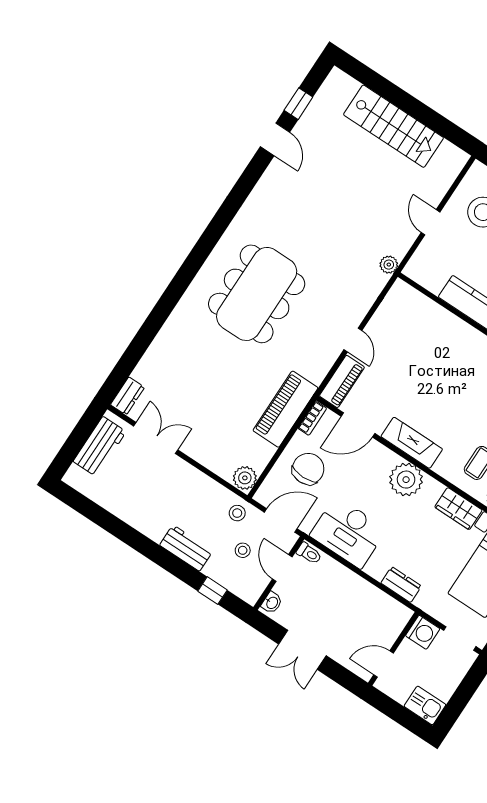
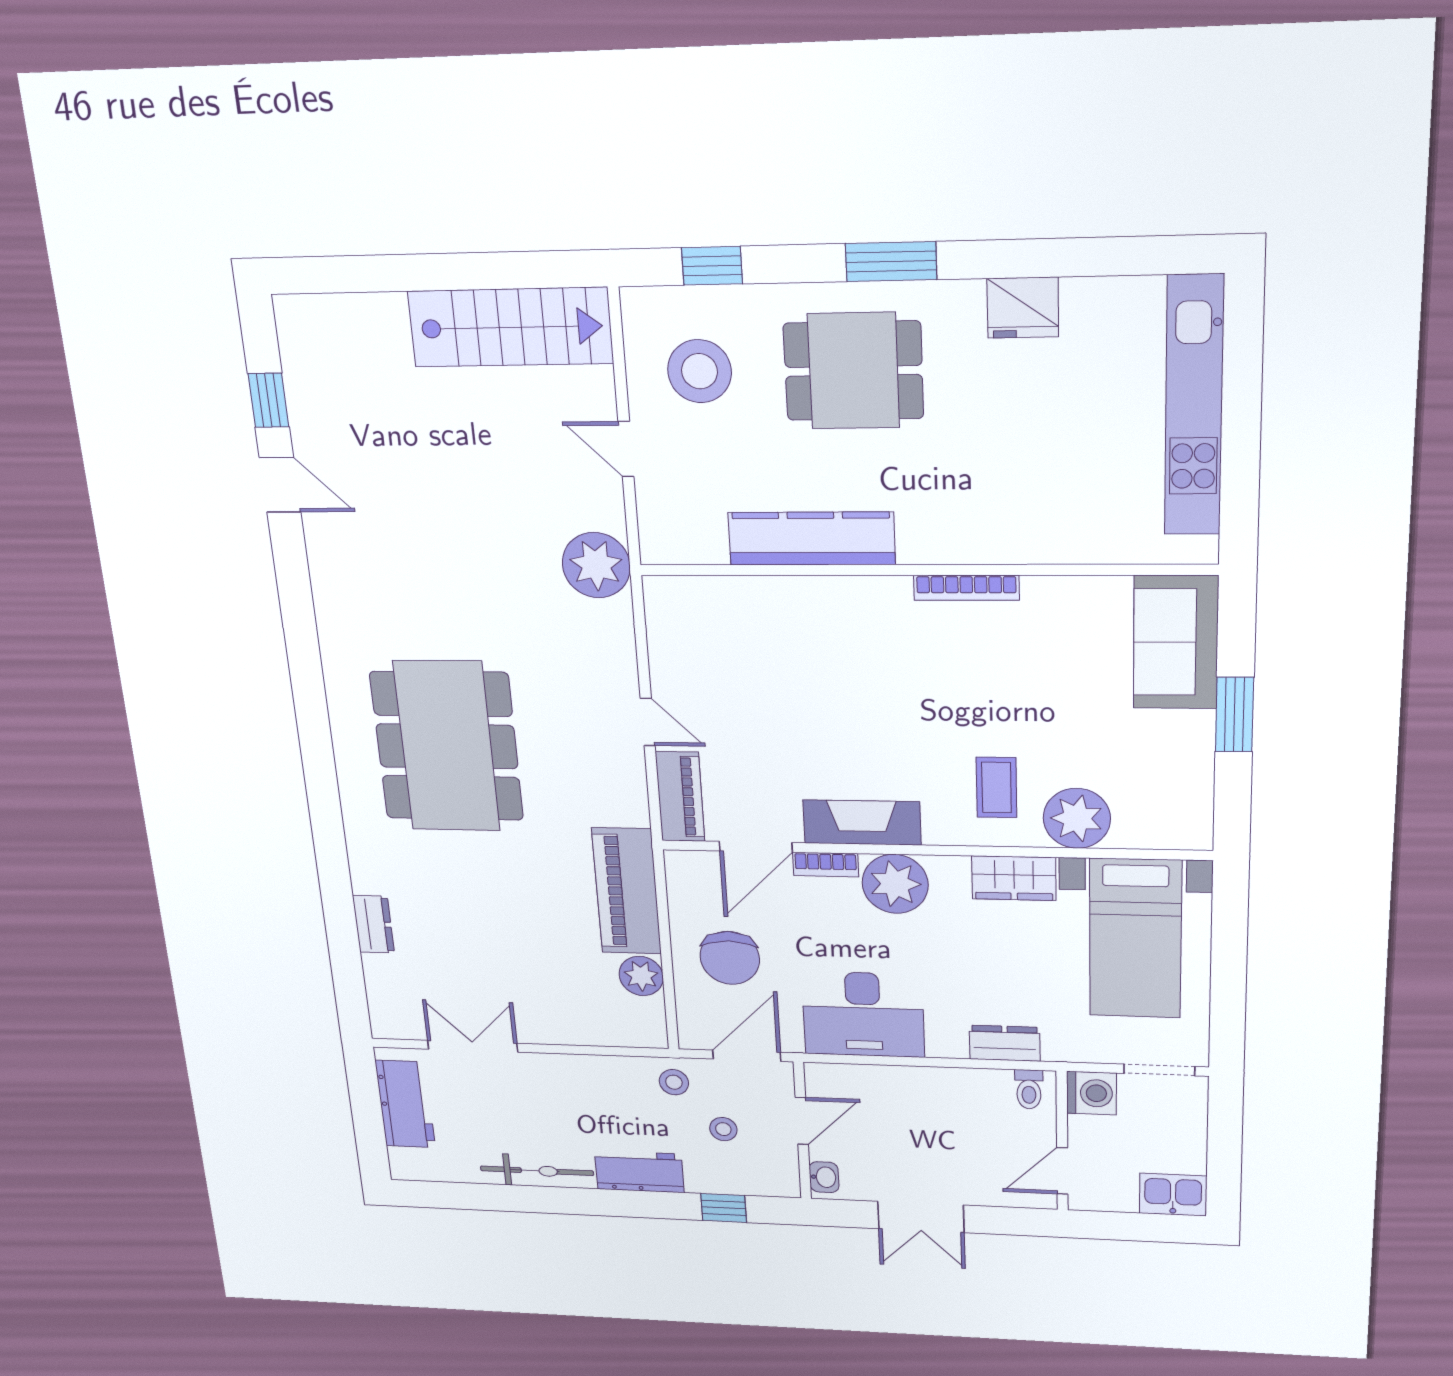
stairs: (393, 126) -> (510, 327), moved
plant: (389, 265) -> (596, 565), width x1.87, depth x1.87
dresser: (127, 396) -> (374, 924), moved
bookcase: (312, 418) -> (826, 865), moved, turned 90
chair: (308, 469) -> (730, 958), turned 180
plant: (245, 478) -> (641, 976), moved
bicycle: (137, 518) -> (537, 1171), added
toilet: (309, 553) -> (1029, 1089), moved, turned 90
door: (282, 568) -> (802, 1121), swing flipped

